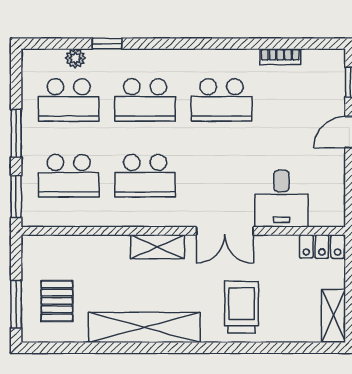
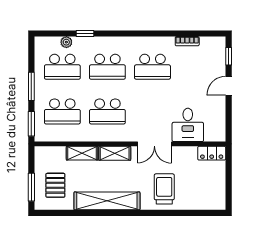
shelving: (334, 316) -> (82, 153), moved, turned 90

